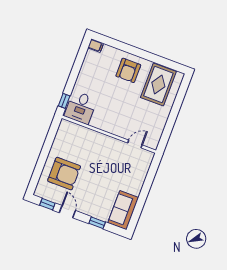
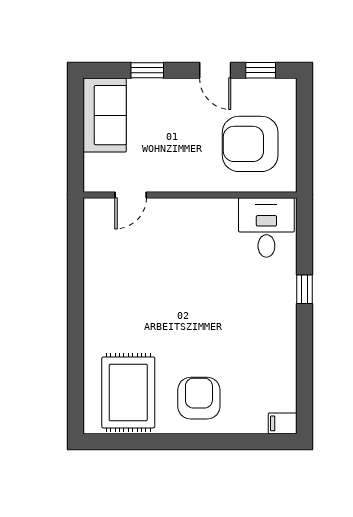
desk: (81, 107) -> (266, 227), moved
wall: (109, 134) -> (190, 195), moved
door: (135, 144) -> (131, 195), moved

